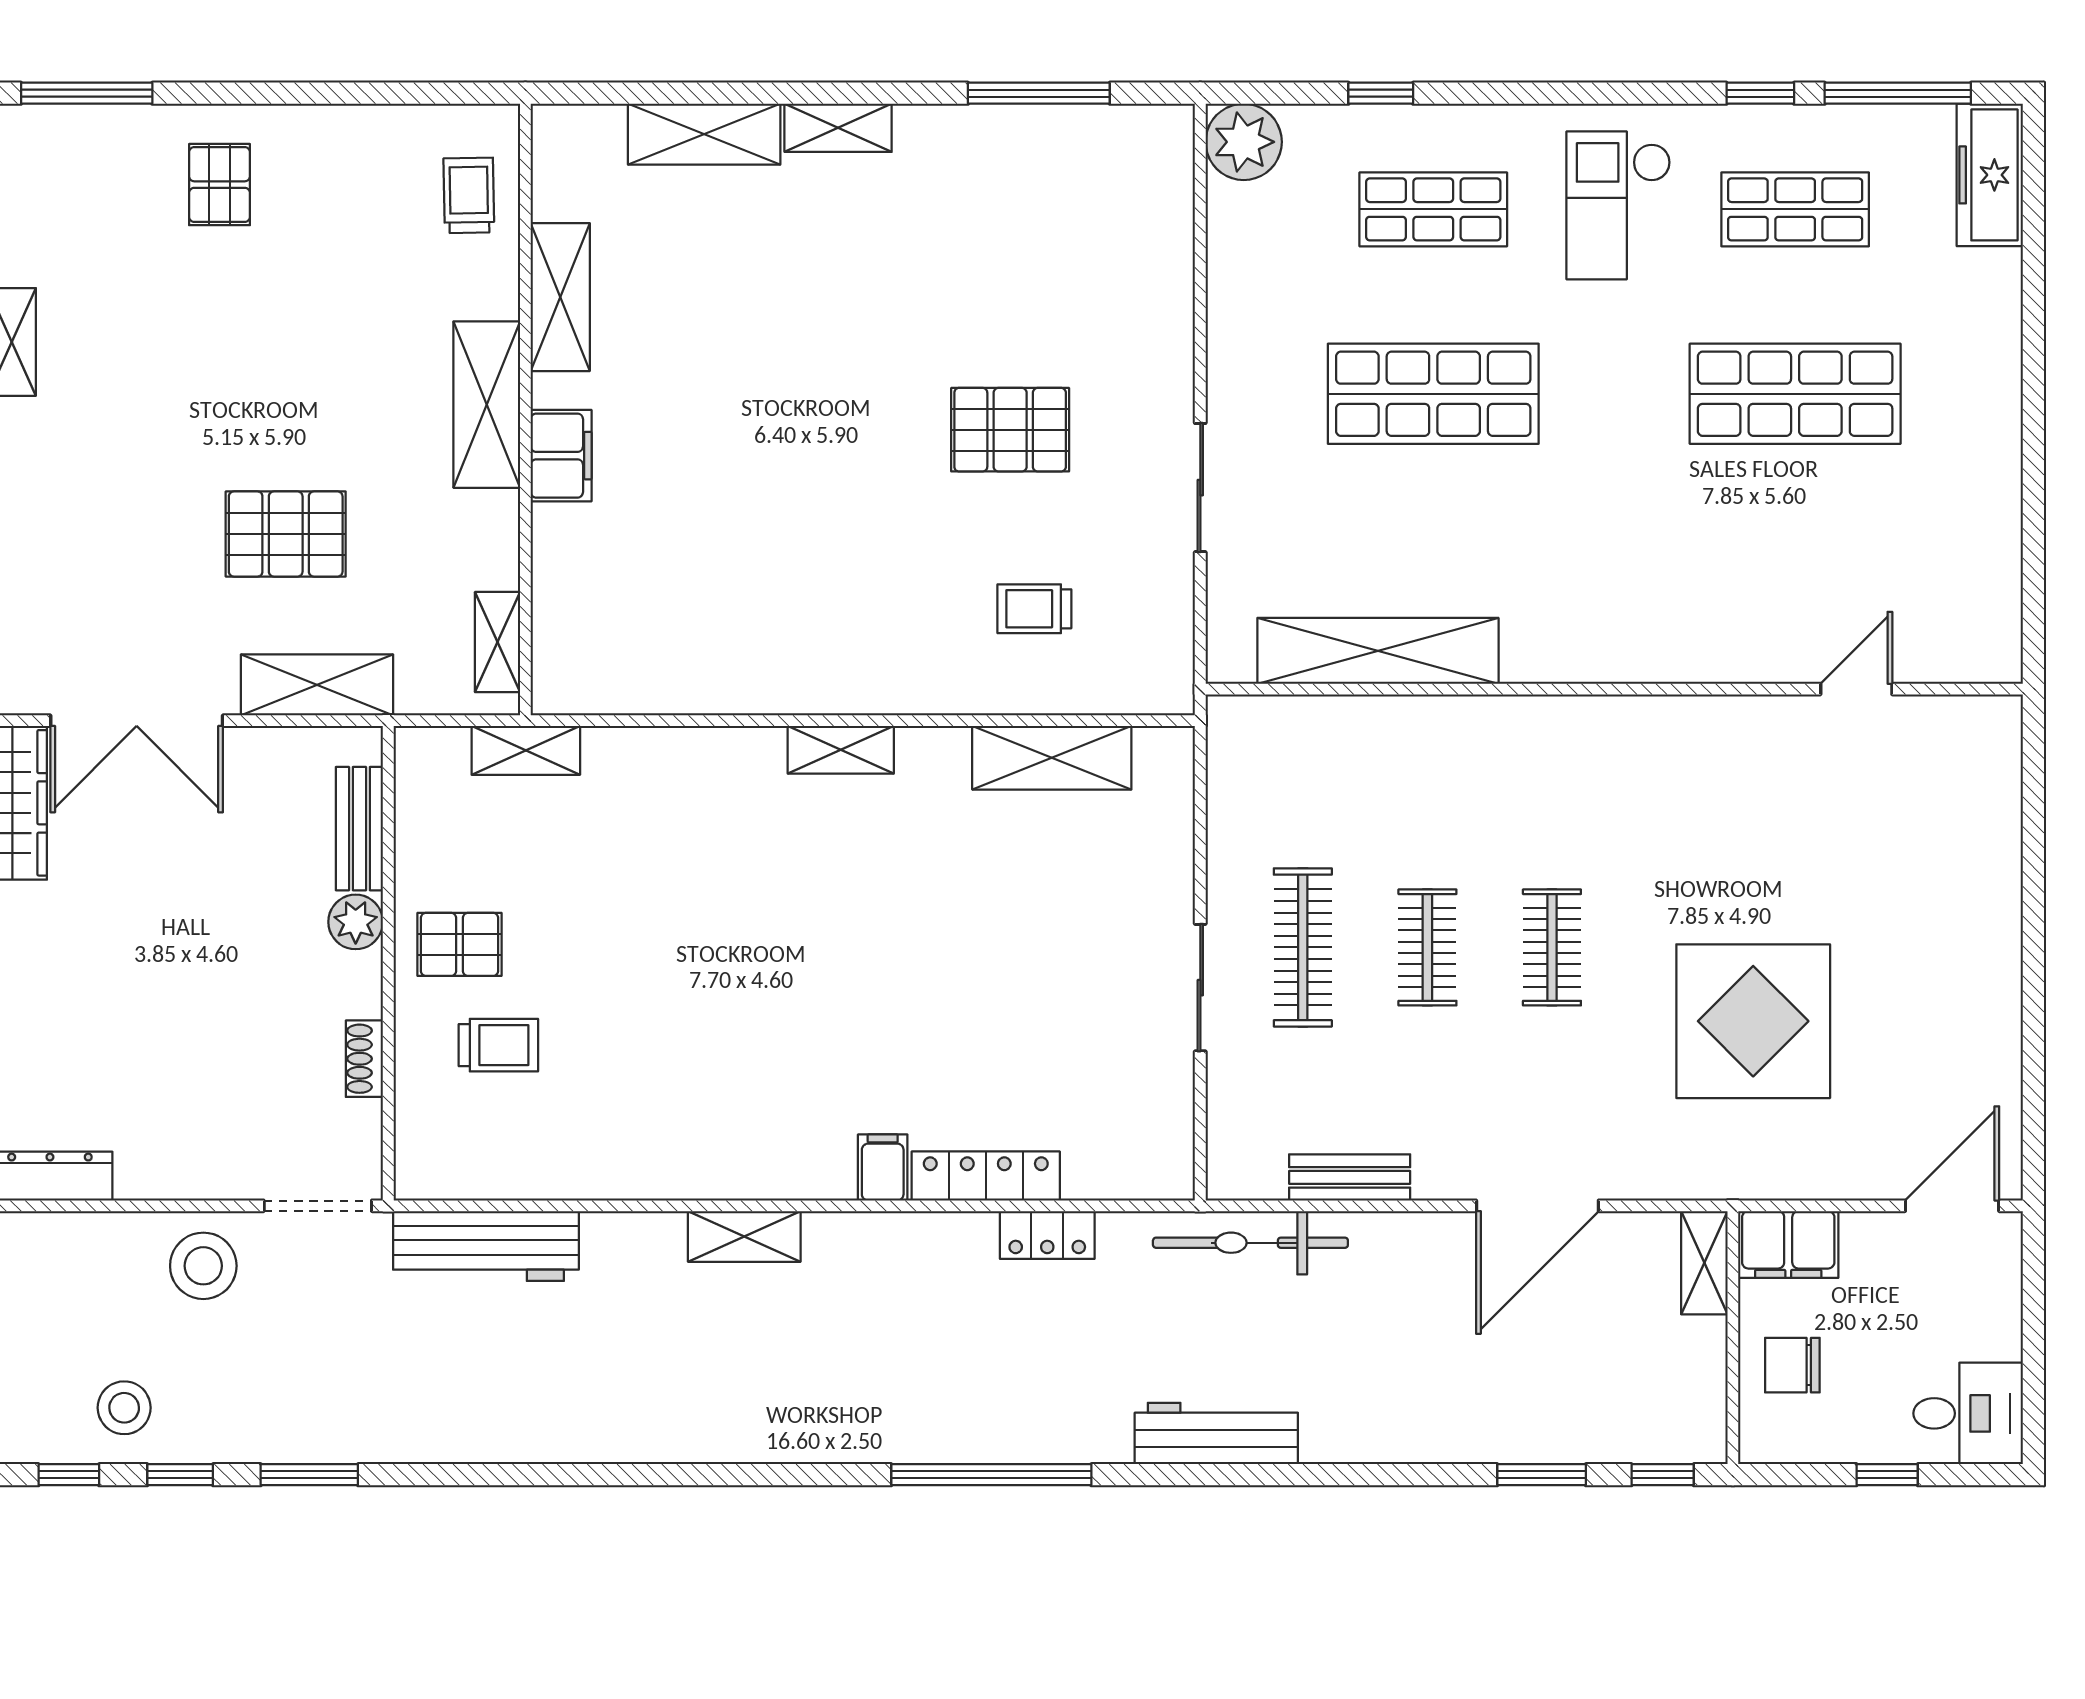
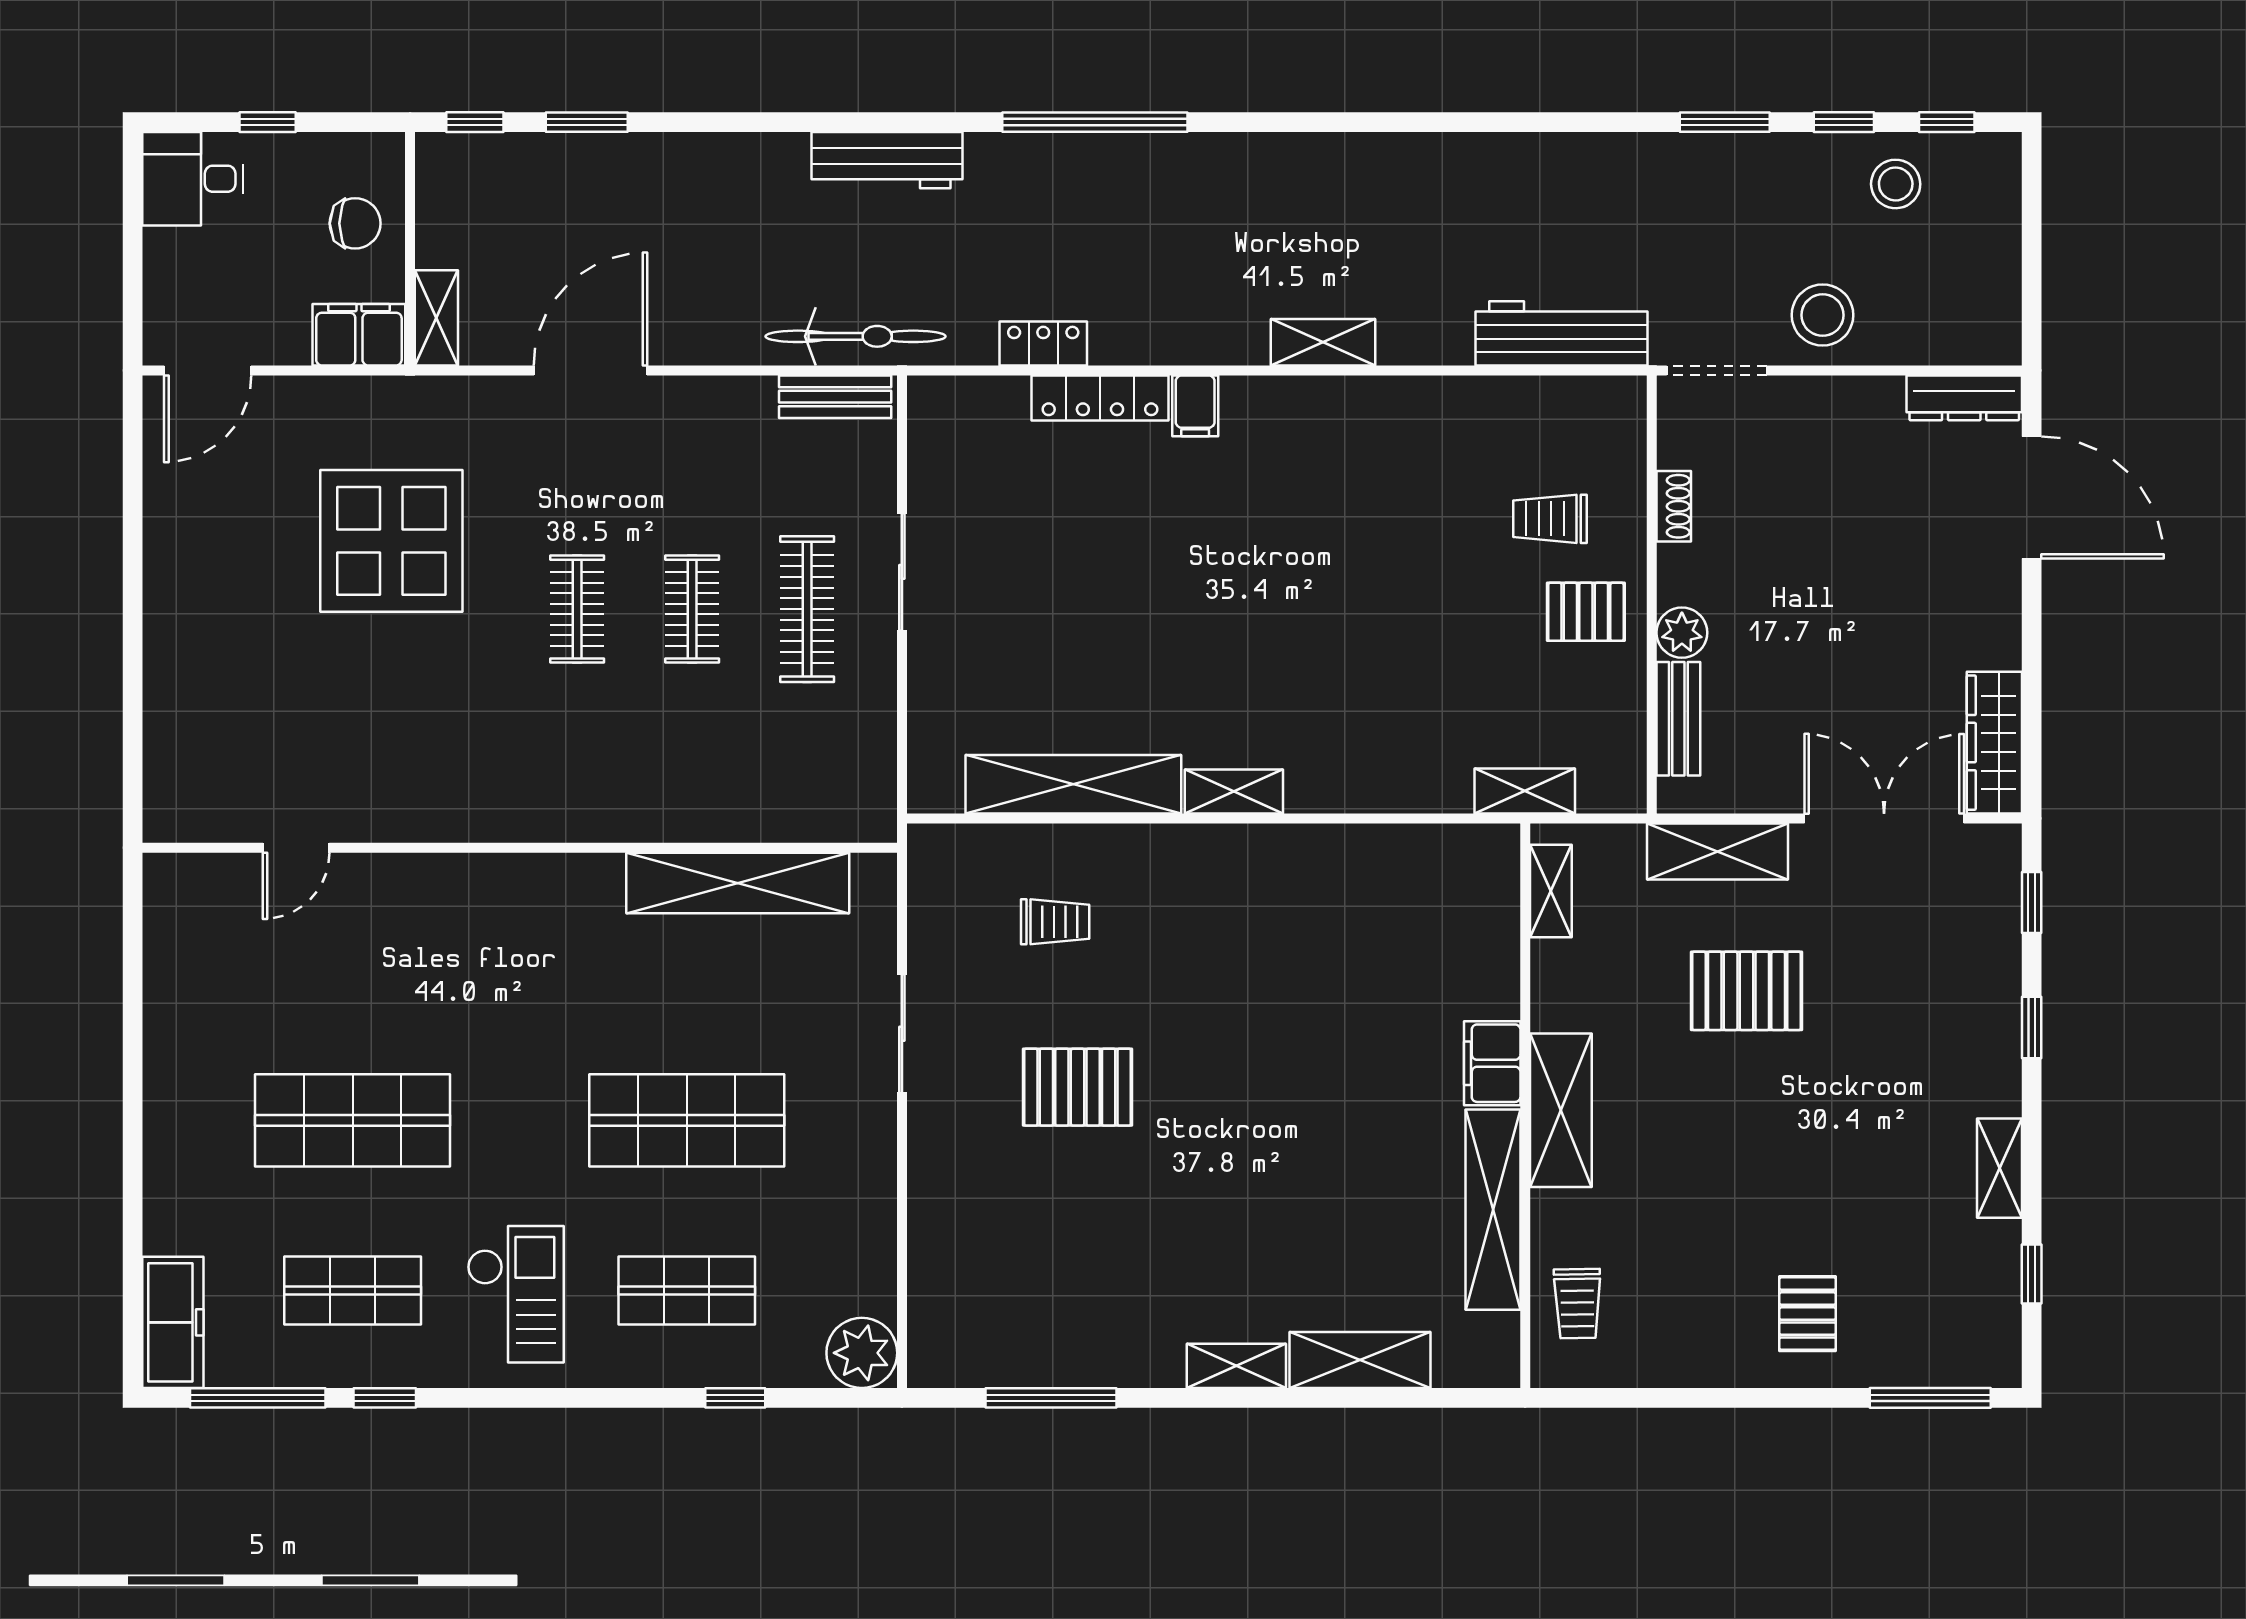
shelving: (560, 297) -> (1493, 1210), width x1.47
shelving: (1052, 758) -> (1073, 784), width x1.47
bench: (1350, 1177) -> (835, 397), moved

